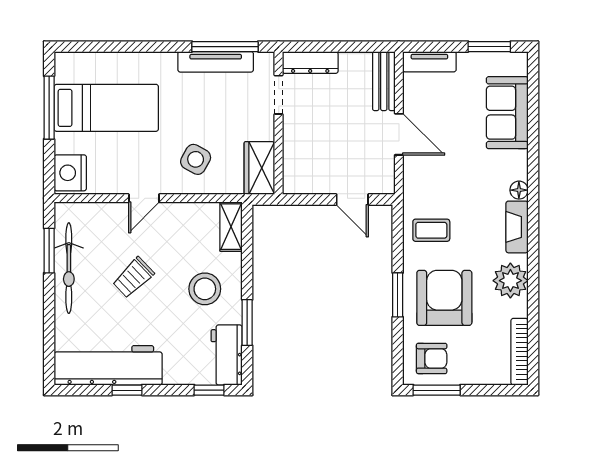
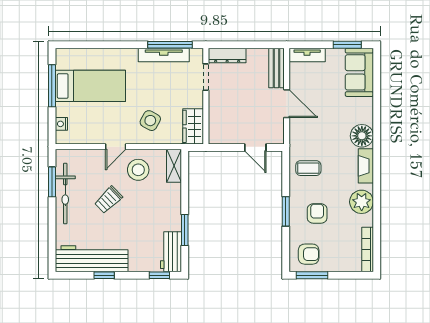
sofa: (507, 113) -> (359, 72), moved
nightstand: (70, 173) -> (61, 124), width x0.53, depth x0.56
floor lamp: (519, 190) -> (362, 136), width x1.89, depth x1.89
stool: (205, 289) -> (138, 170), moved
armchair: (444, 298) -> (317, 213), width x0.53, depth x0.53

